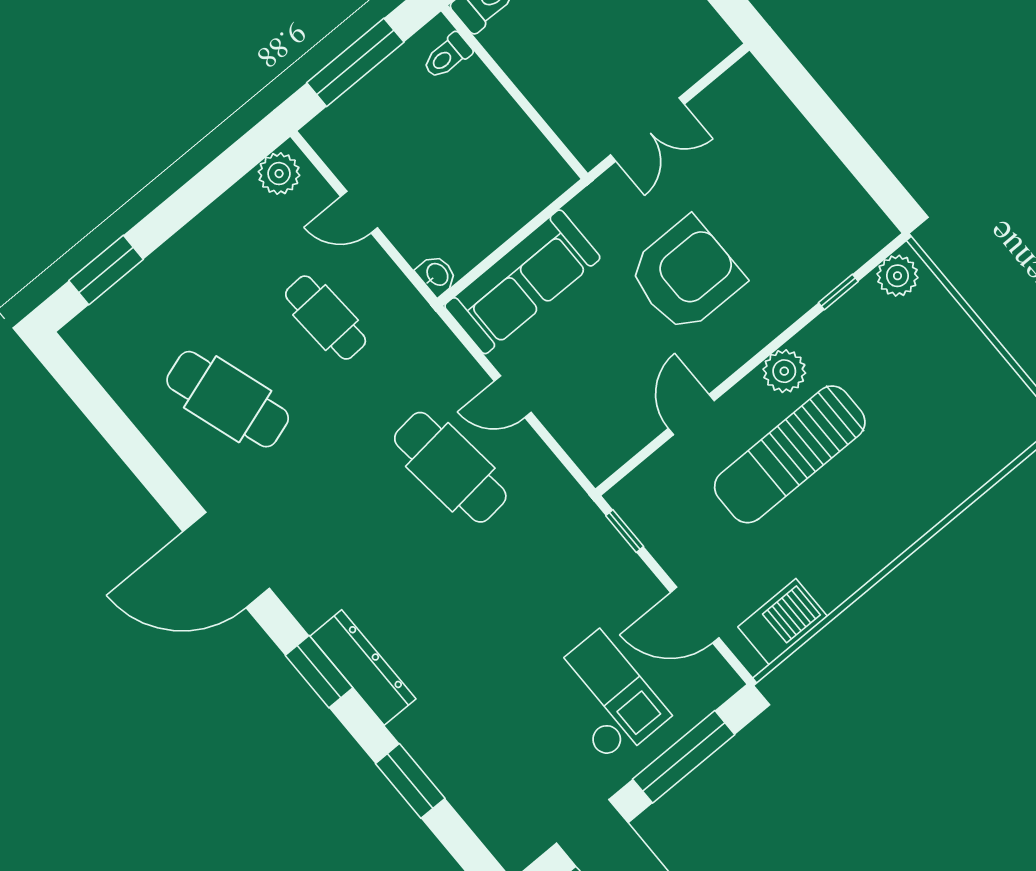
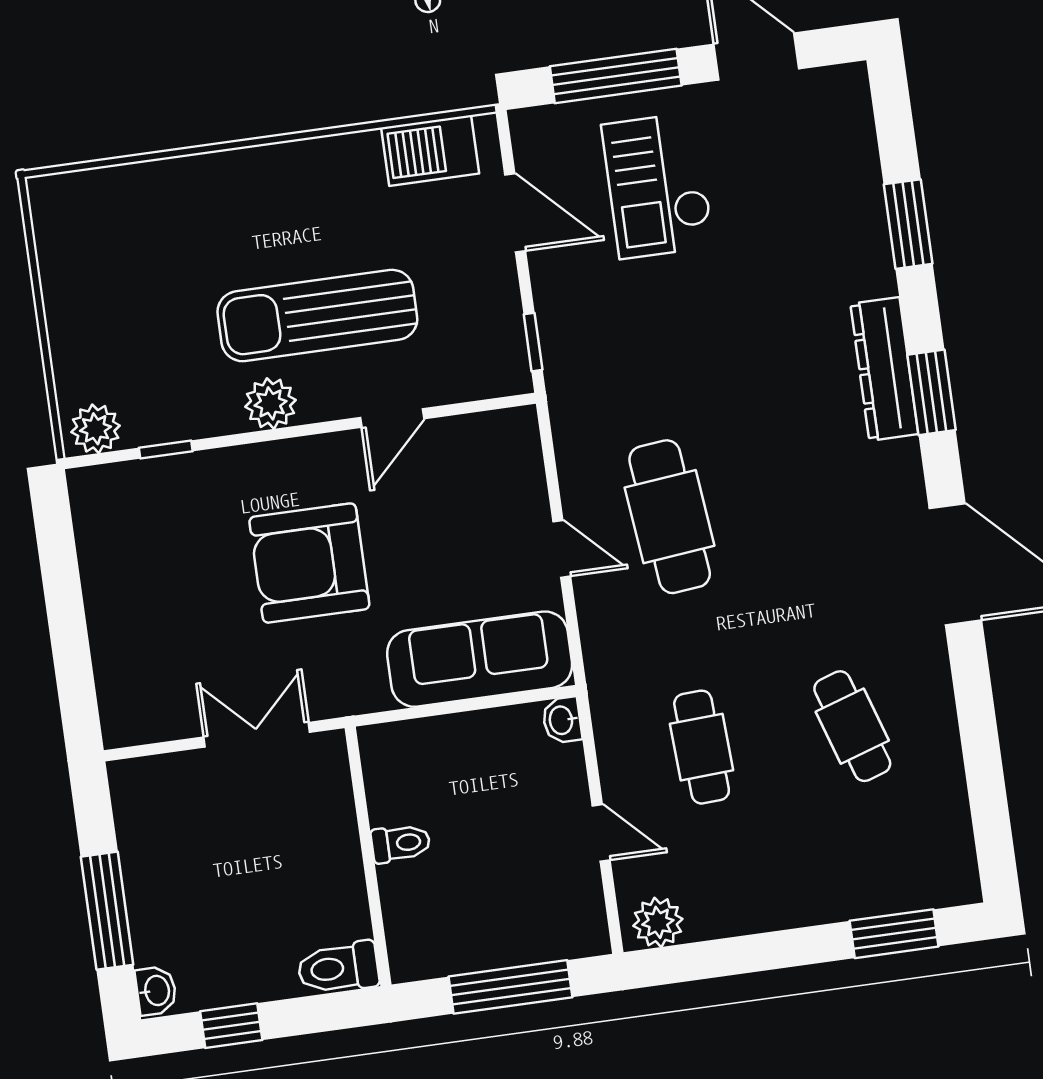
toilet: (447, 56) -> (401, 843), moved
cafe table: (228, 399) -> (852, 726), width x0.73, depth x0.74
sun lounger: (790, 454) -> (317, 316), turned 180

